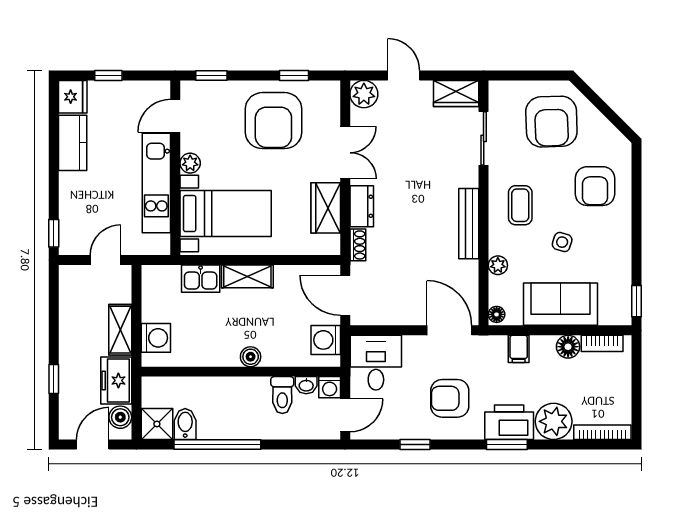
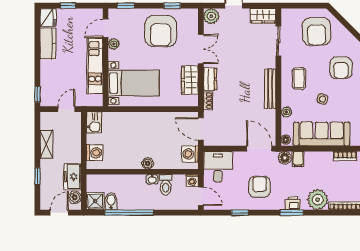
plant: (190, 163) -> (114, 44), moved
shelving: (247, 276) -> (146, 118), removed
kitchen sink: (201, 279) -> (94, 123), moved, turned -90
sofa: (561, 304) -> (322, 134), width x1.36
shelving: (120, 330) -> (47, 144), moved
floor lamp: (568, 347) -> (285, 158), moved
washbasin: (306, 385) -> (152, 179), moved
armchair: (450, 398) -> (259, 187), turned 90
door: (345, 415) -> (201, 196), hinge flipped
printer: (509, 422) -> (293, 203), width x0.53, depth x0.68

